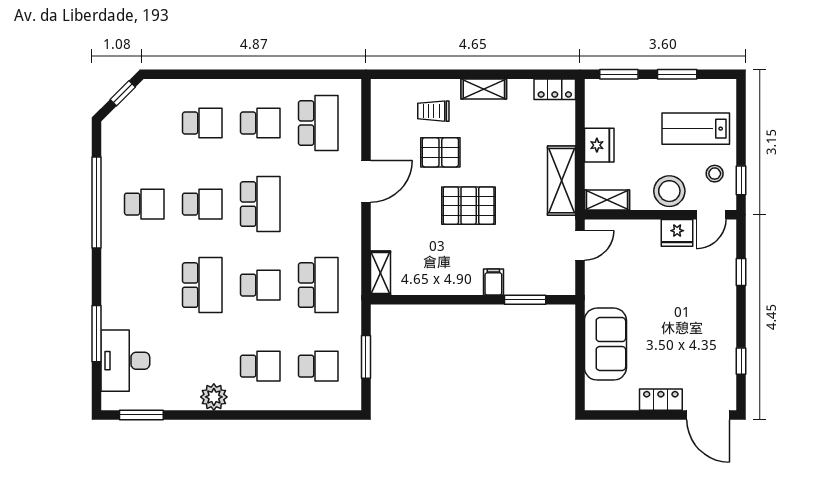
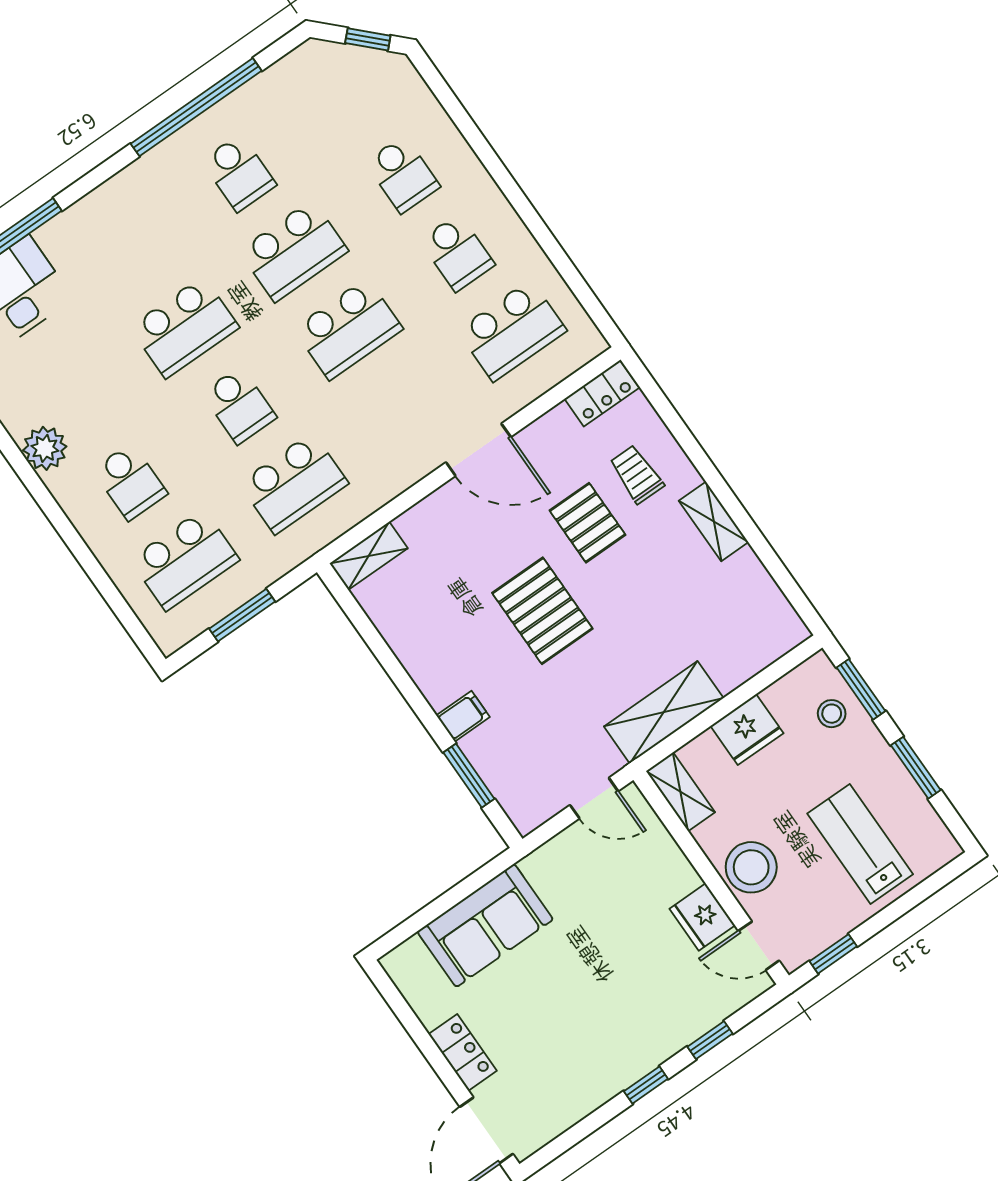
locker: (555, 89) -> (602, 393), moved, turned -90
stool: (715, 174) -> (832, 714), moved
school desk: (202, 204) -> (294, 251), width x1.85
window: (741, 361) -> (646, 1085), moved
school desk: (318, 366) -> (185, 560), width x1.85

